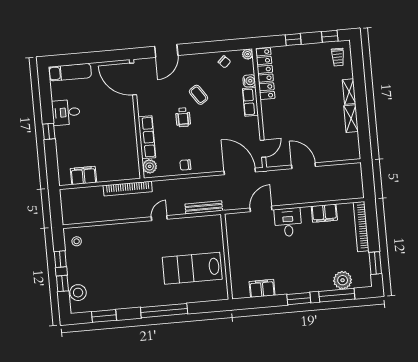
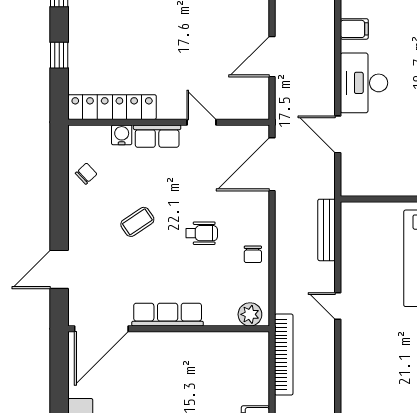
door: (166, 51) -> (59, 269), swing flipped
plant: (248, 54) -> (77, 134), removed
wheelchair: (183, 117) -> (202, 233), moved
row of seats: (147, 137) -> (168, 315), moved
door: (263, 149) -> (201, 122), moved
filing cabinet: (324, 213) -> (354, 29), width x0.50
desk: (288, 222) -> (364, 83), width x1.37

